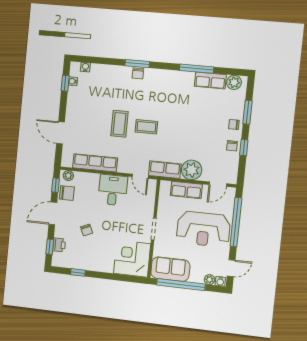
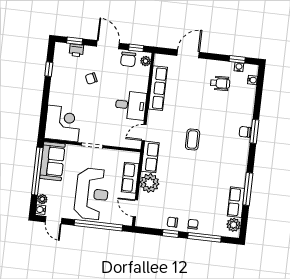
wheelchair: (89, 100) -> (220, 83), added
window: (247, 112) -> (204, 237), width x1.44
coffee table: (120, 124) -> (196, 113), removed
reception desk: (203, 229) -> (92, 194), turned 180

